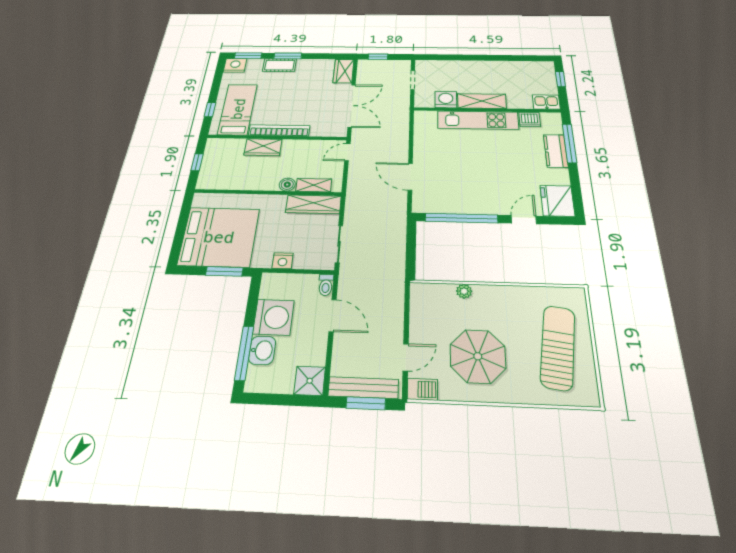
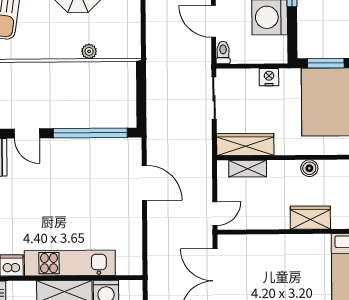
bookcase: (279, 131) -> (295, 242), removed
boiler: (287, 185) -> (309, 168), moved
door: (524, 220) -> (27, 133), hinge flipped

